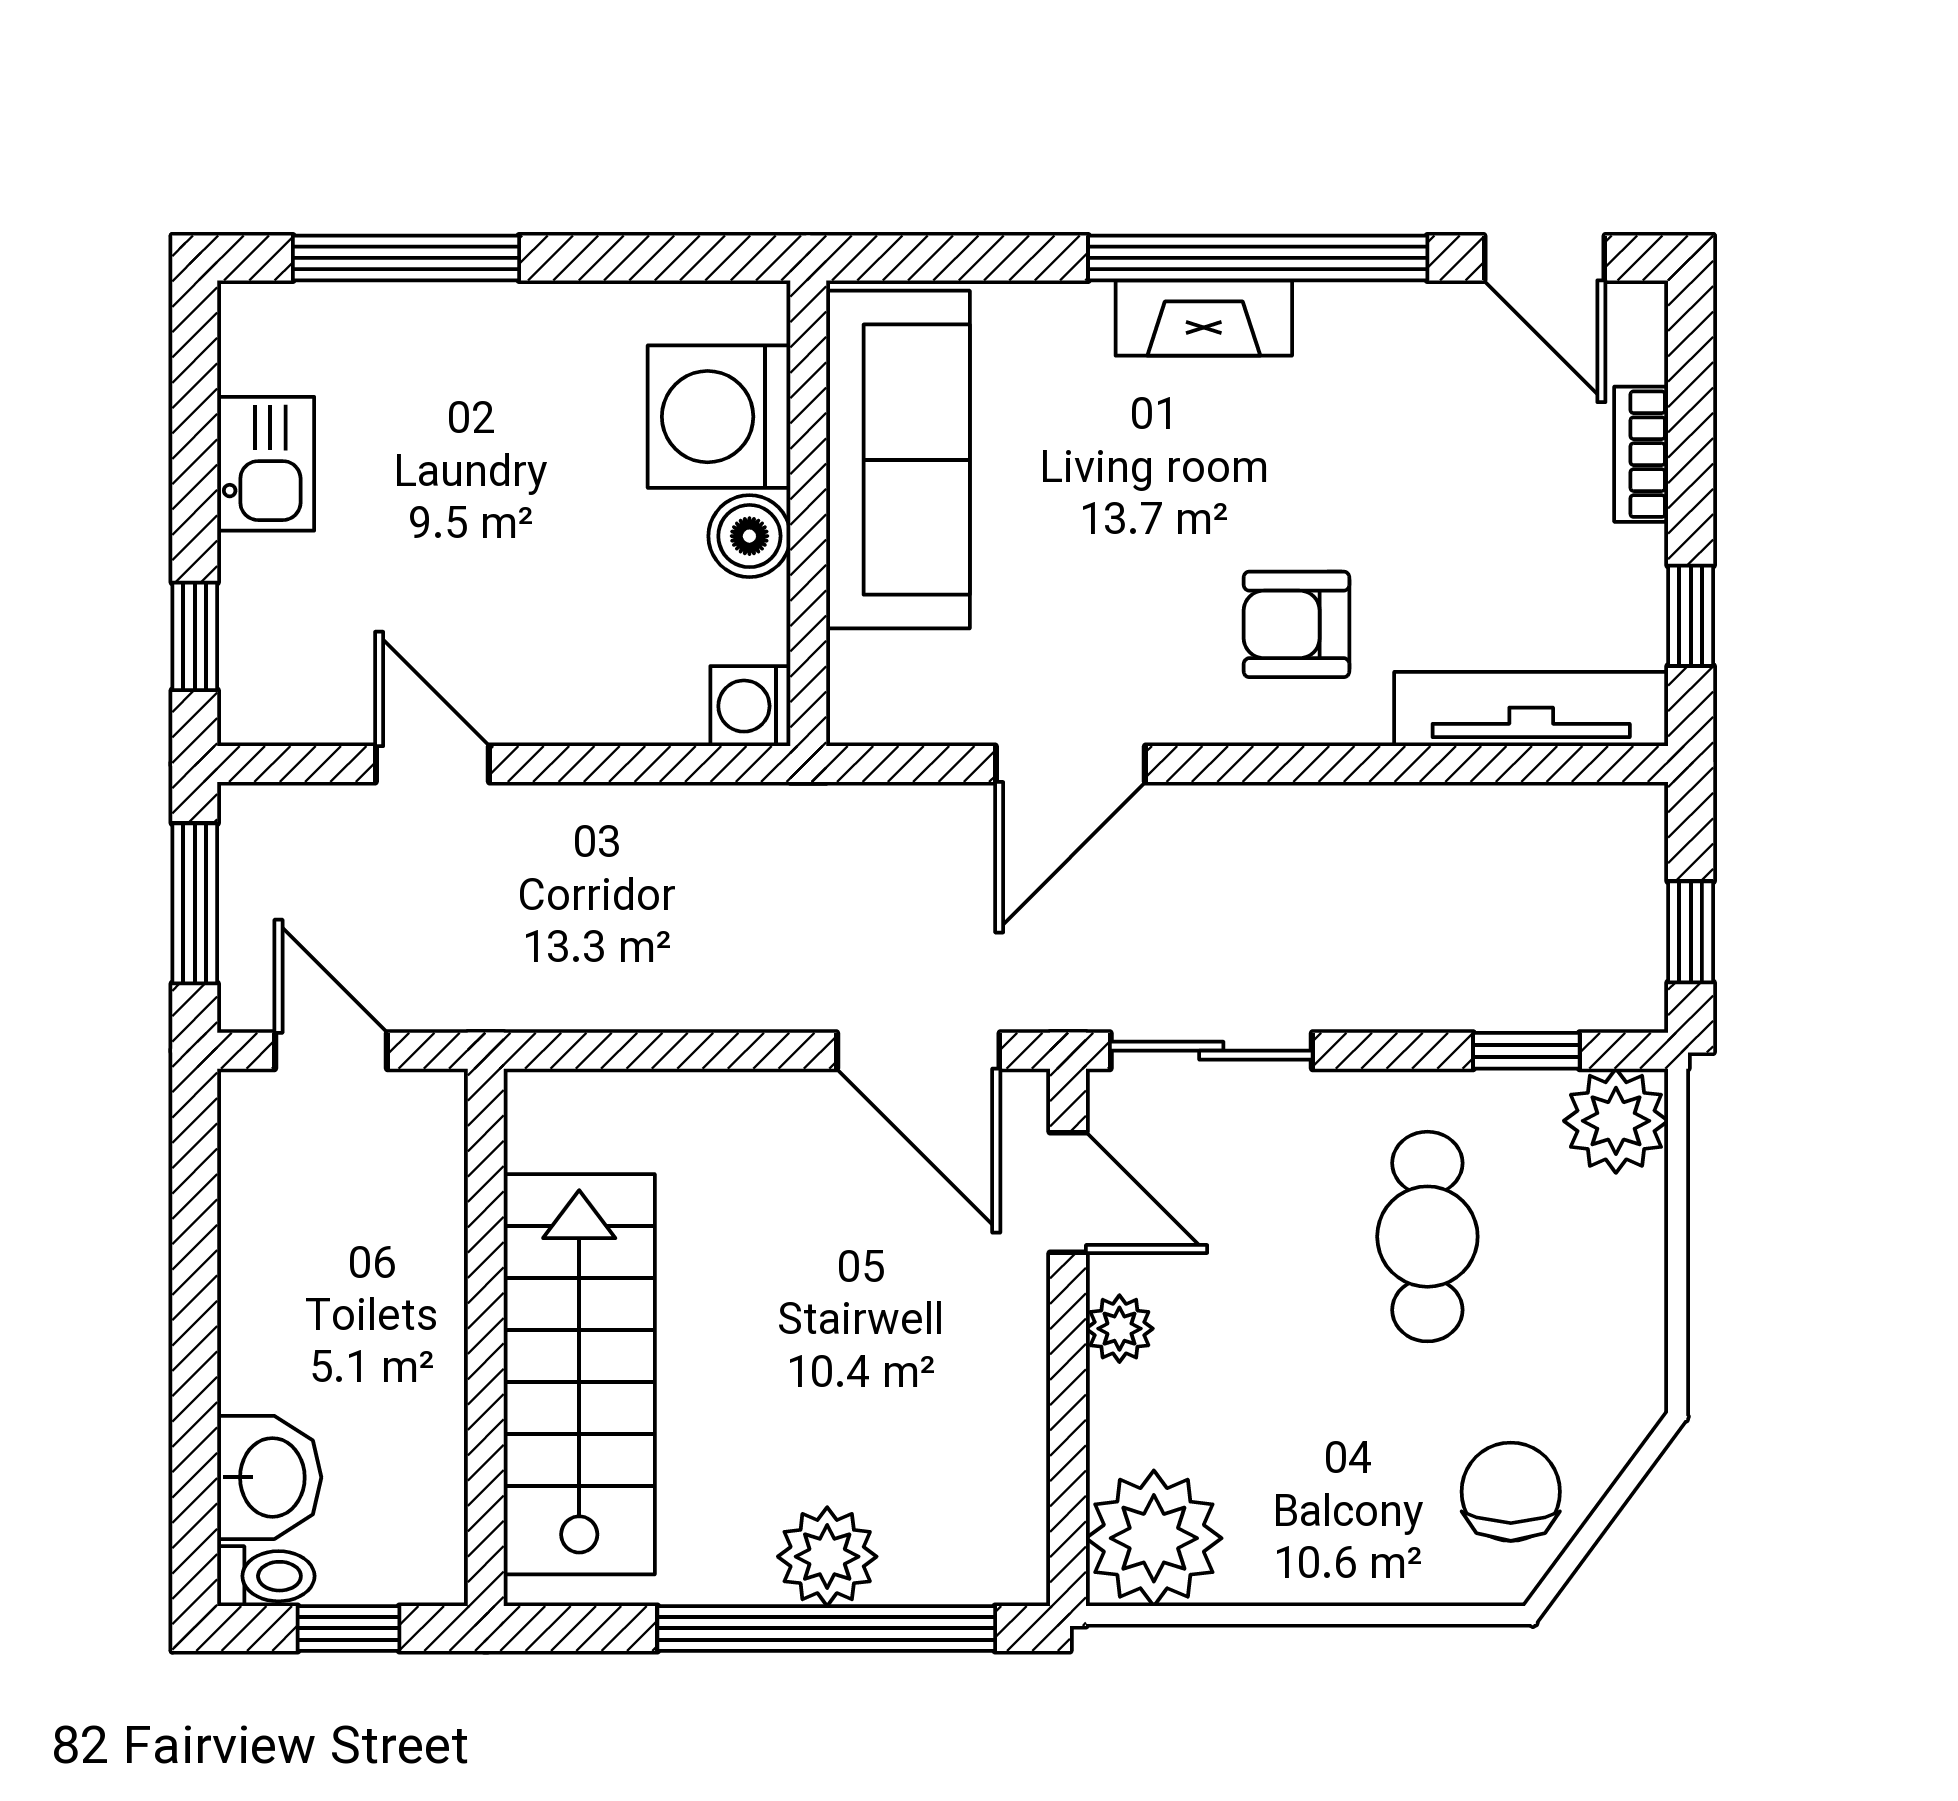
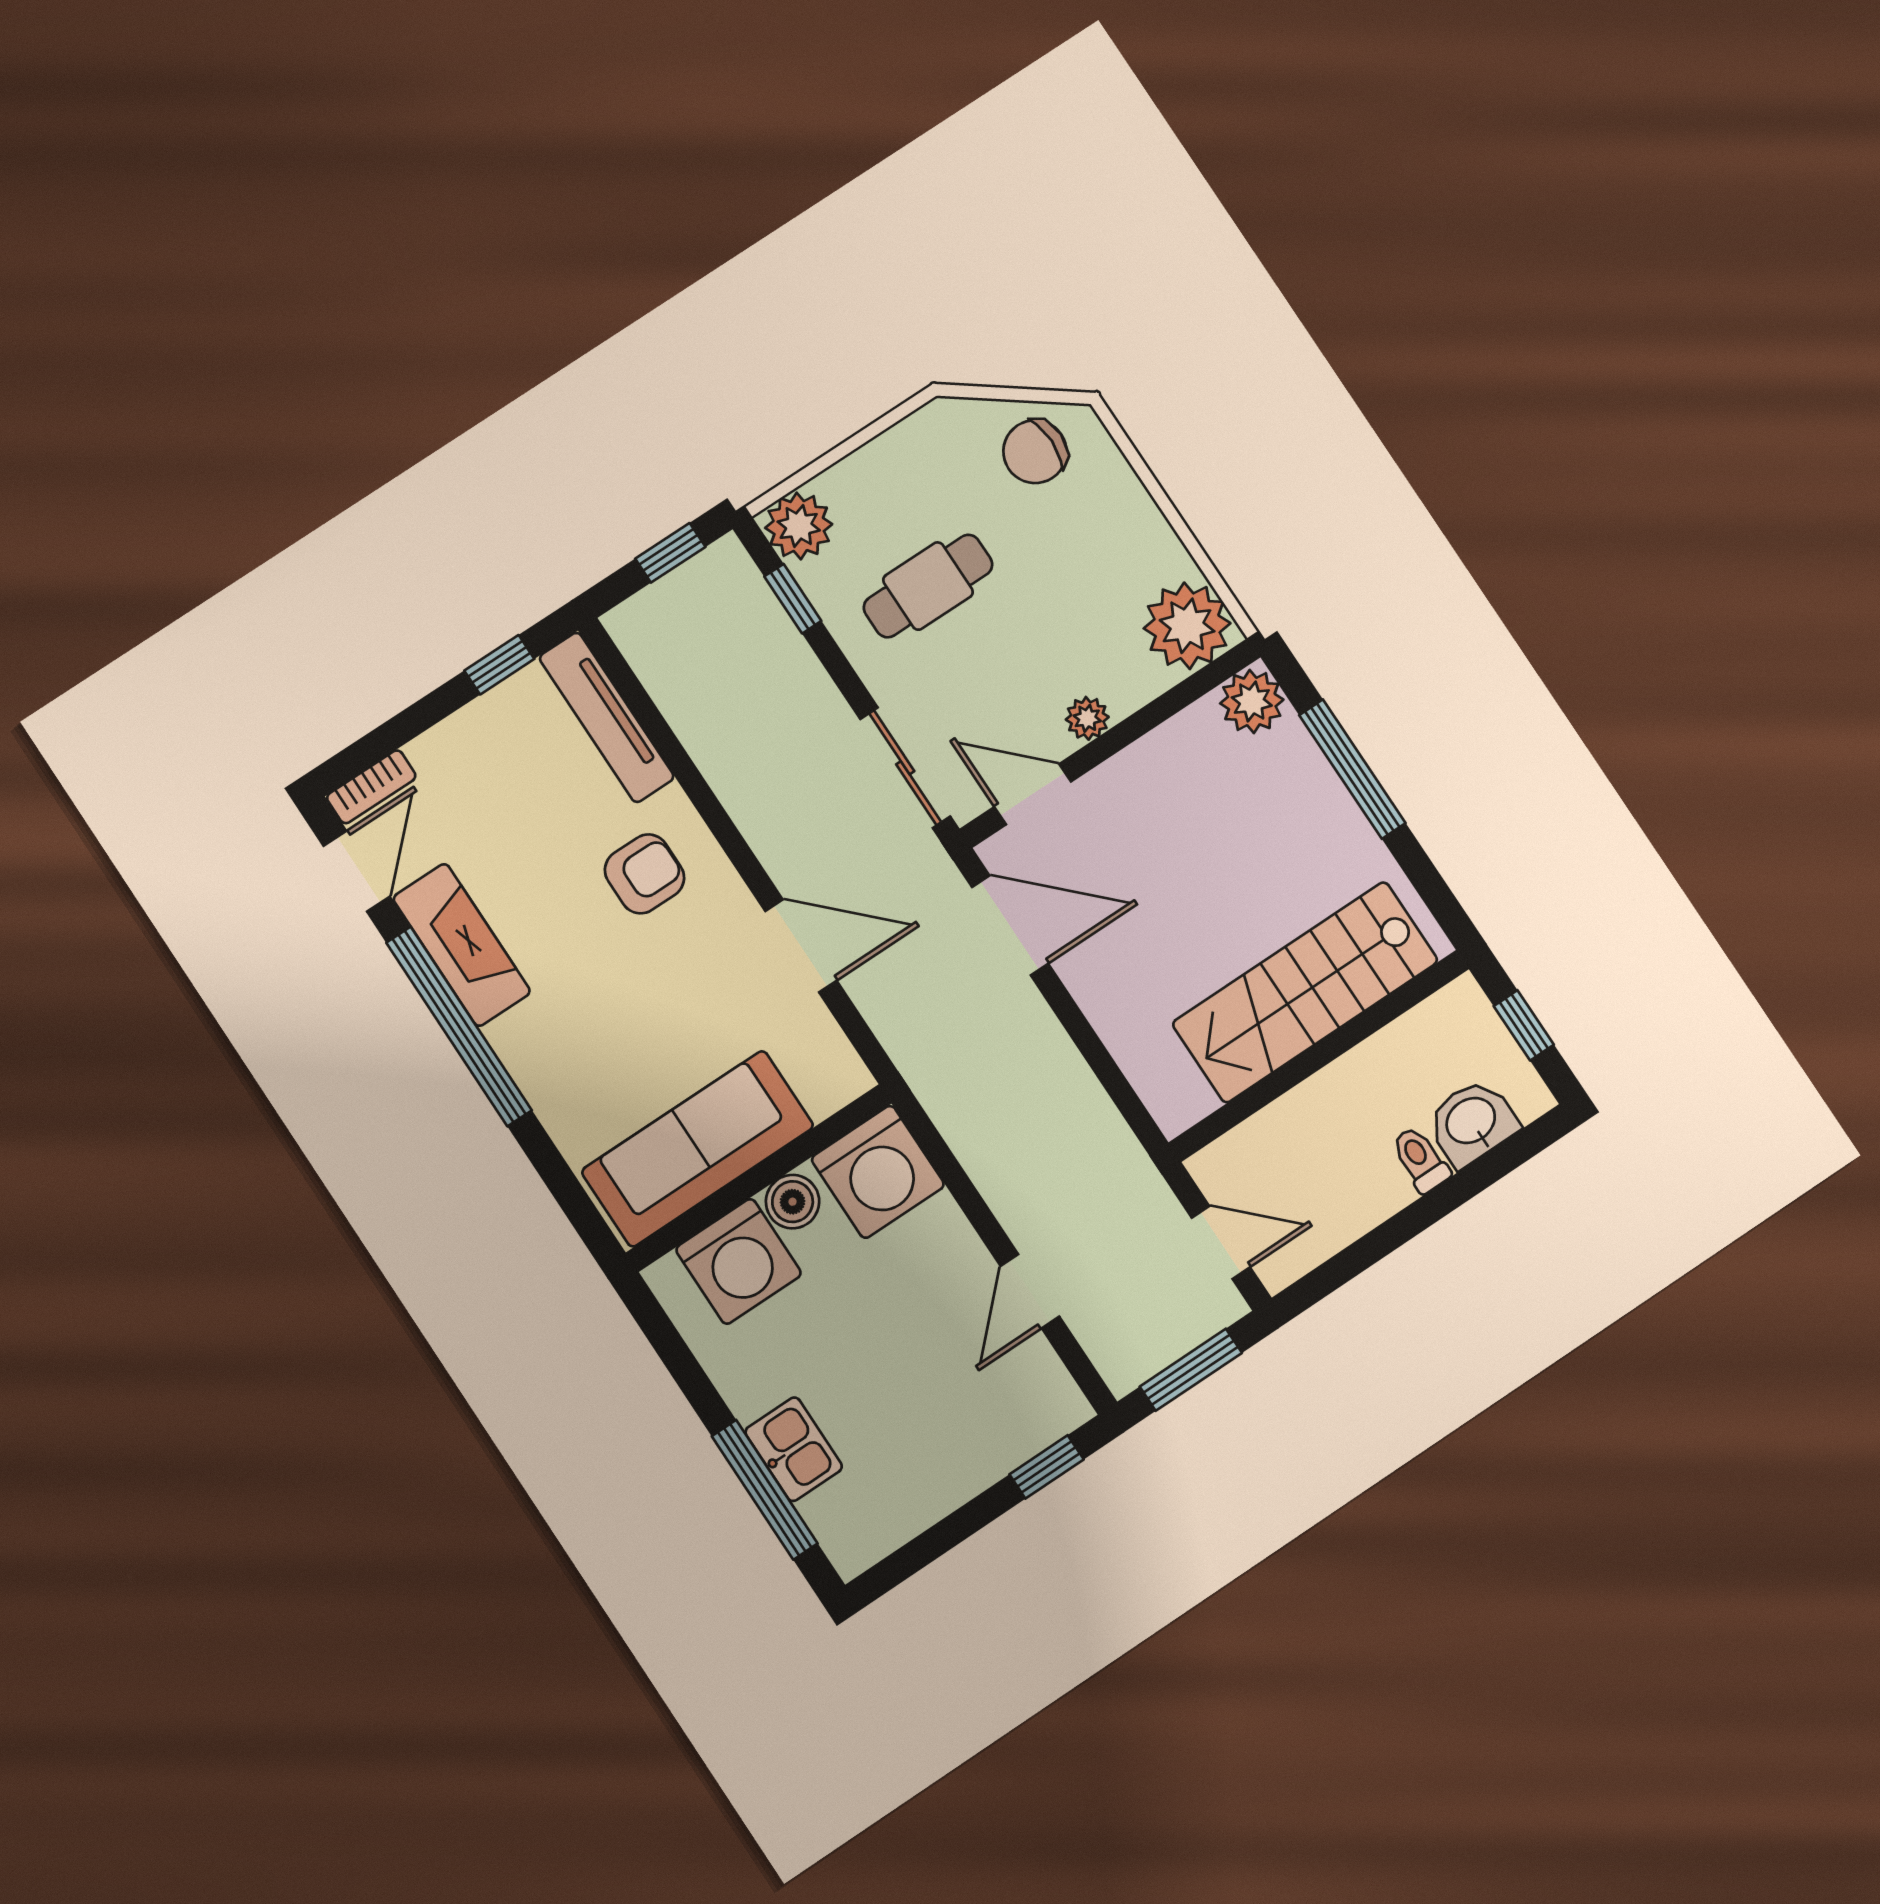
fireplace: (1204, 318) -> (462, 945), moved, width x1.37, depth x1.32
bookcase: (1641, 454) -> (371, 787), moved
kitchen sink: (266, 464) -> (794, 1449), moved, turned 90
armchair: (1297, 624) -> (644, 874), turned -90
washing machine: (750, 706) -> (878, 1172), width x1.89, depth x1.89
door: (331, 1051) -> (1221, 1242), swing flipped
door: (918, 1051) -> (1010, 925), hinge flipped
door: (1068, 1192) -> (1033, 794), hinge flipped
plant: (827, 1557) -> (1252, 702), moved
toilet: (266, 1576) -> (1420, 1159), moved
window: (826, 1628) -> (1352, 769), width x0.68

